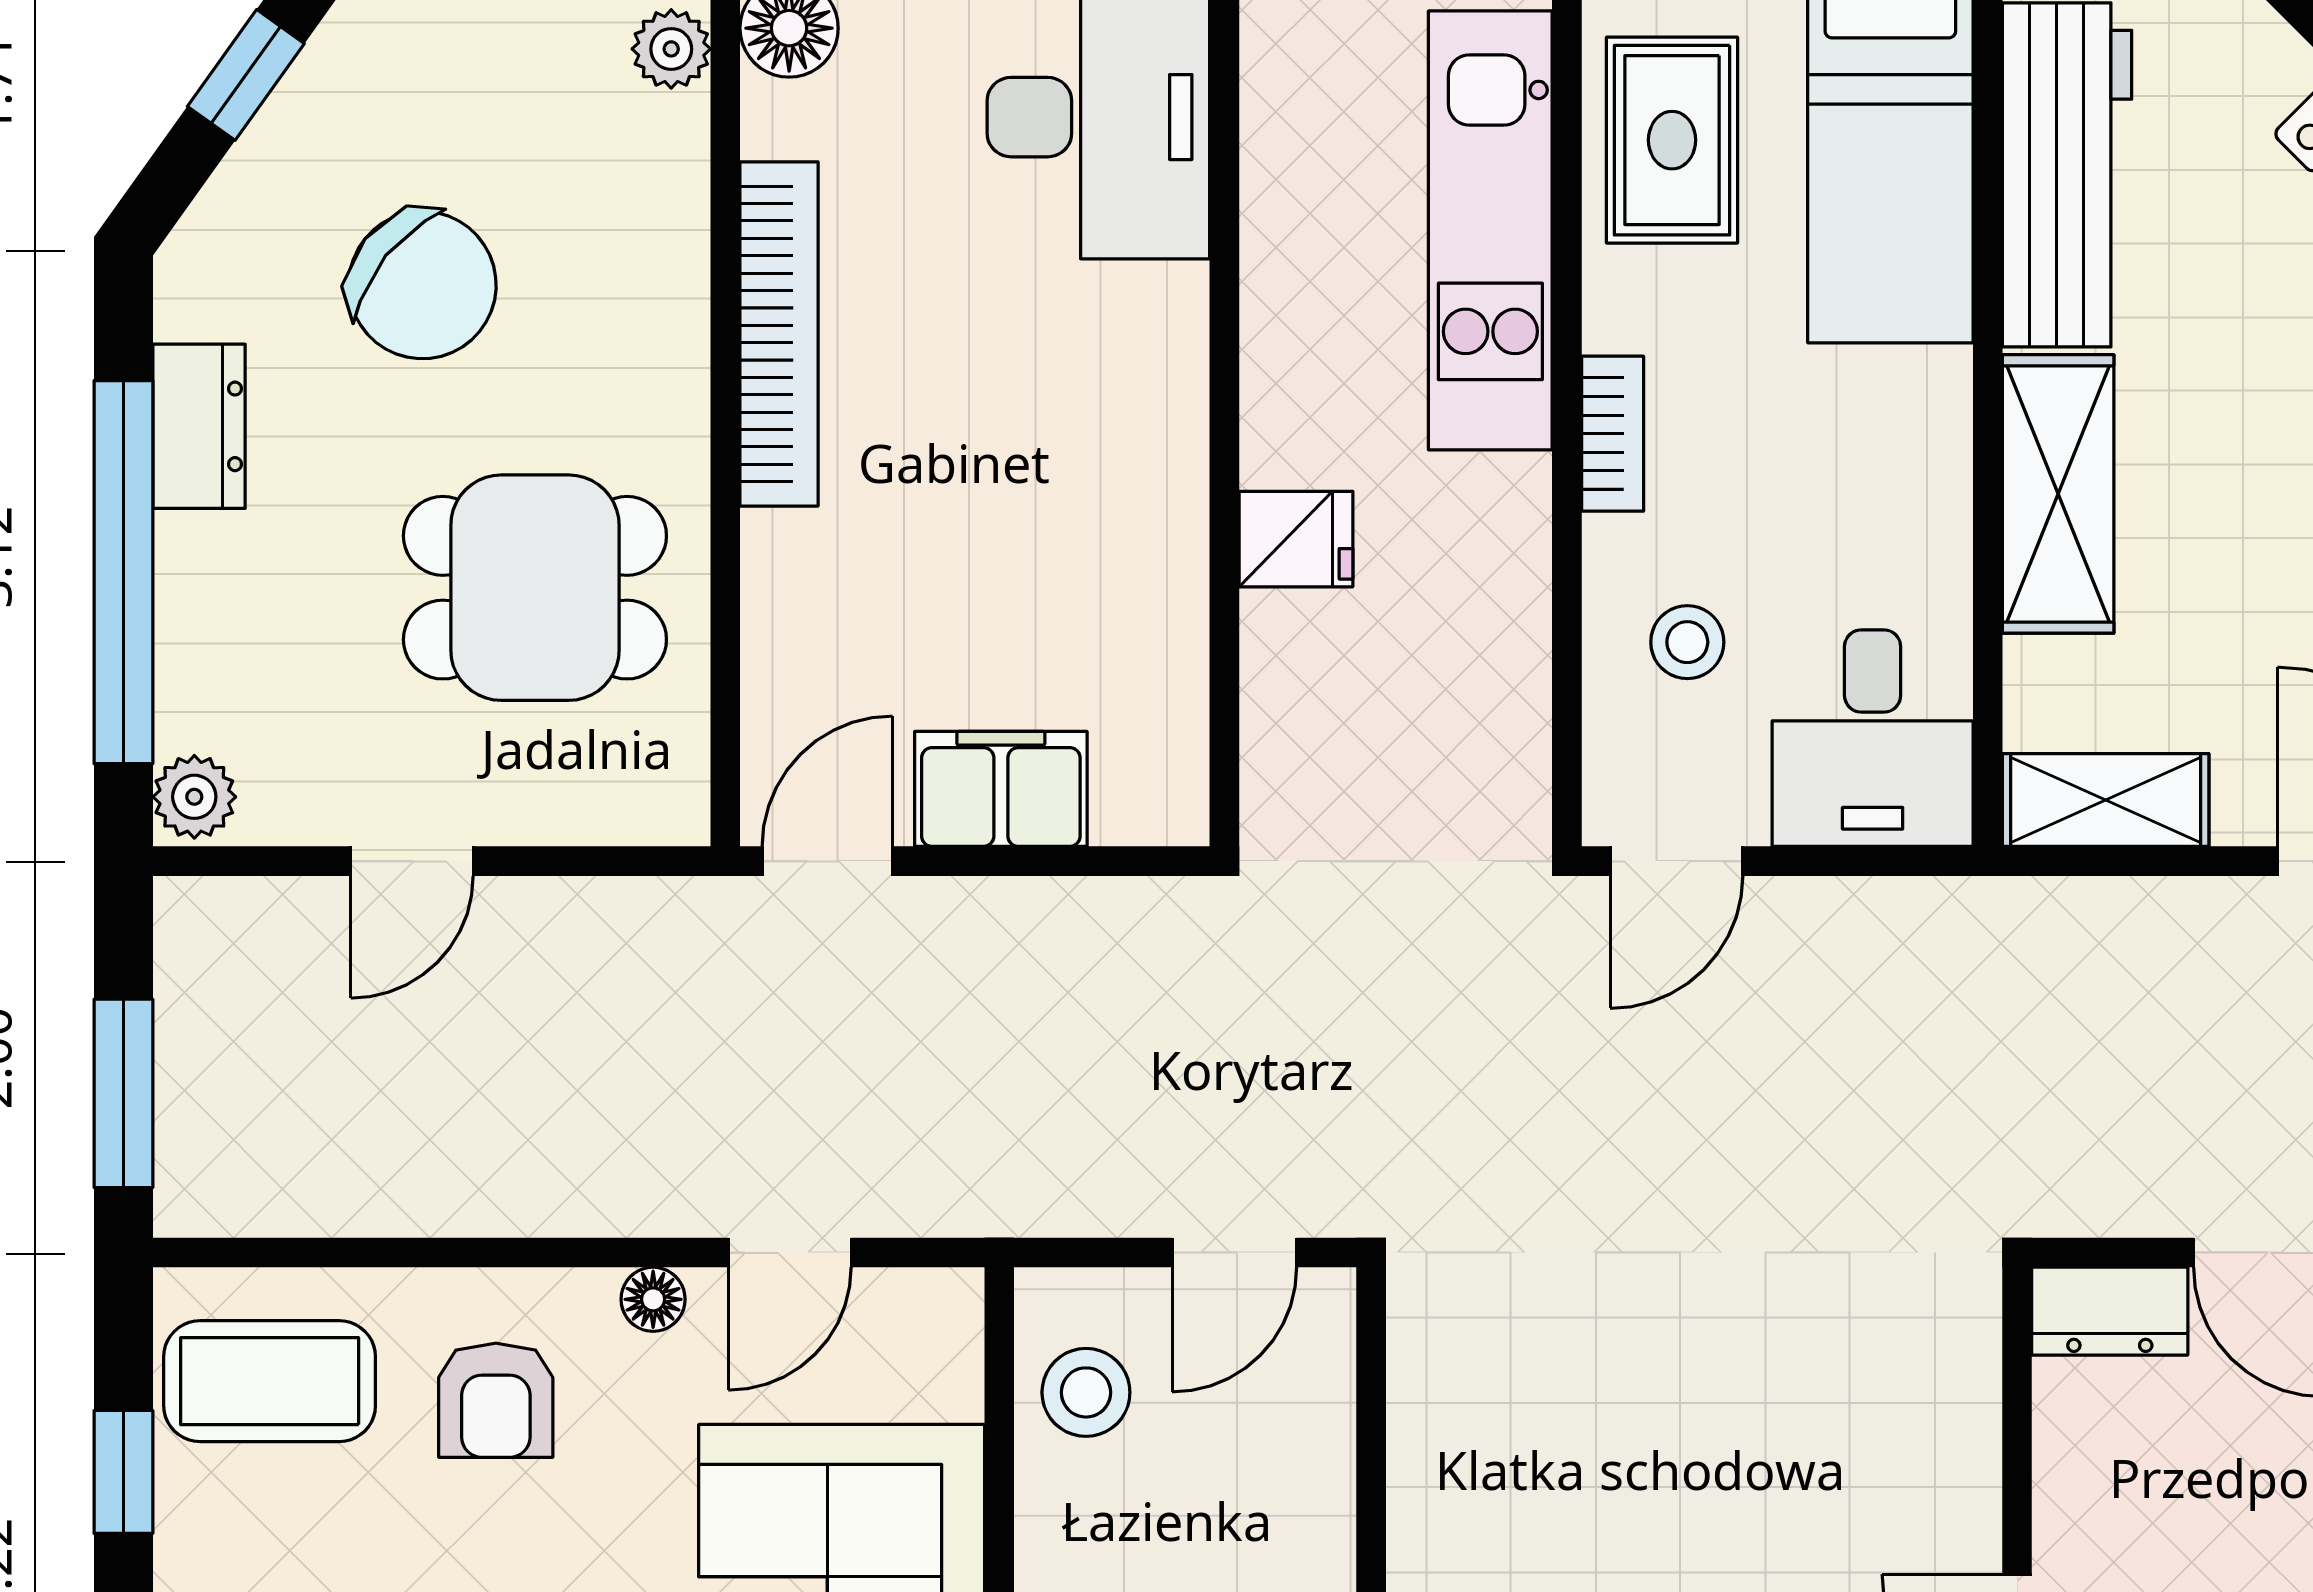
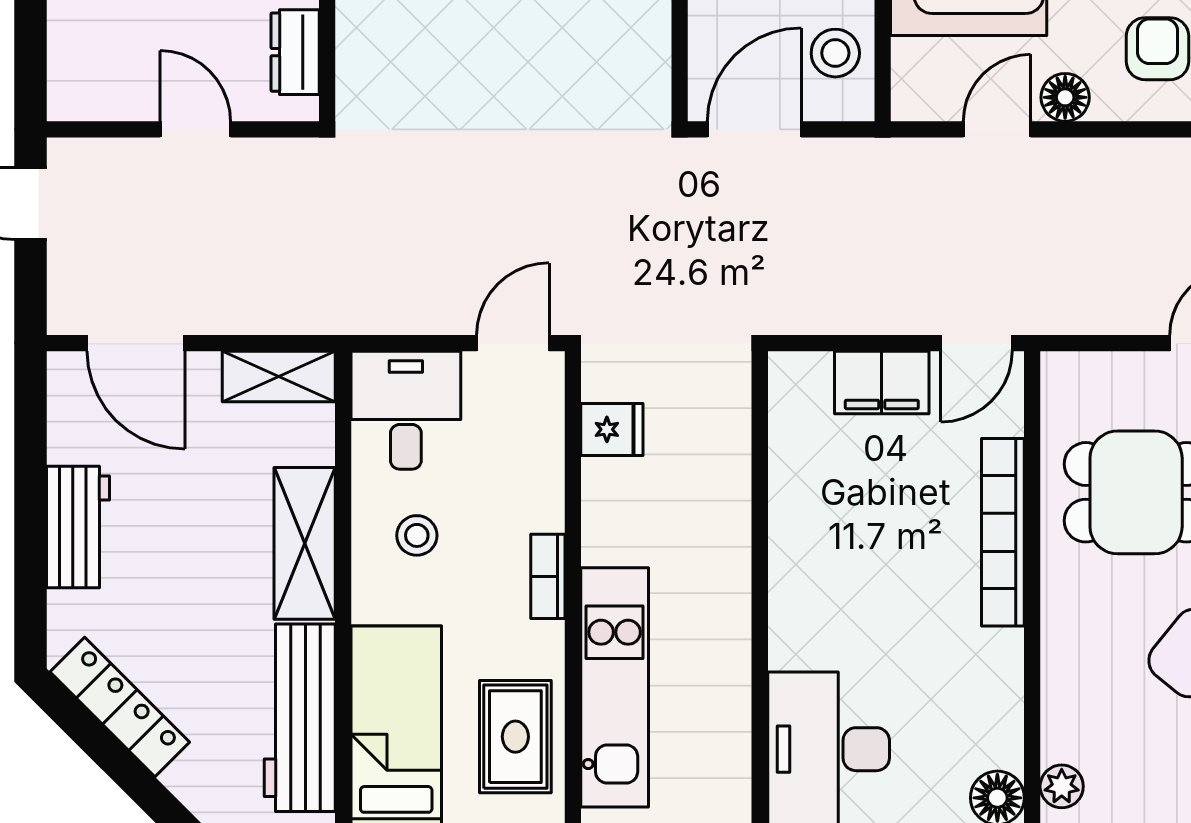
bookcase: (779, 334) -> (1003, 532), moved
fridge: (1296, 539) -> (612, 429), moved, turned 180
stool: (1687, 642) -> (417, 535), moved
door: (1234, 1253) -> (754, 129), width x1.38
floor lamp: (653, 1299) -> (1065, 97), width x1.37, depth x1.37
dresser: (2110, 1311) -> (295, 52), moved, turned -90

